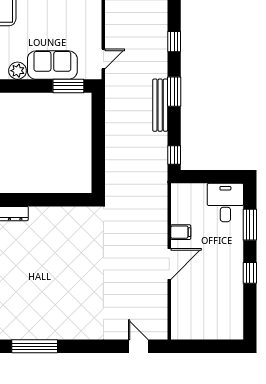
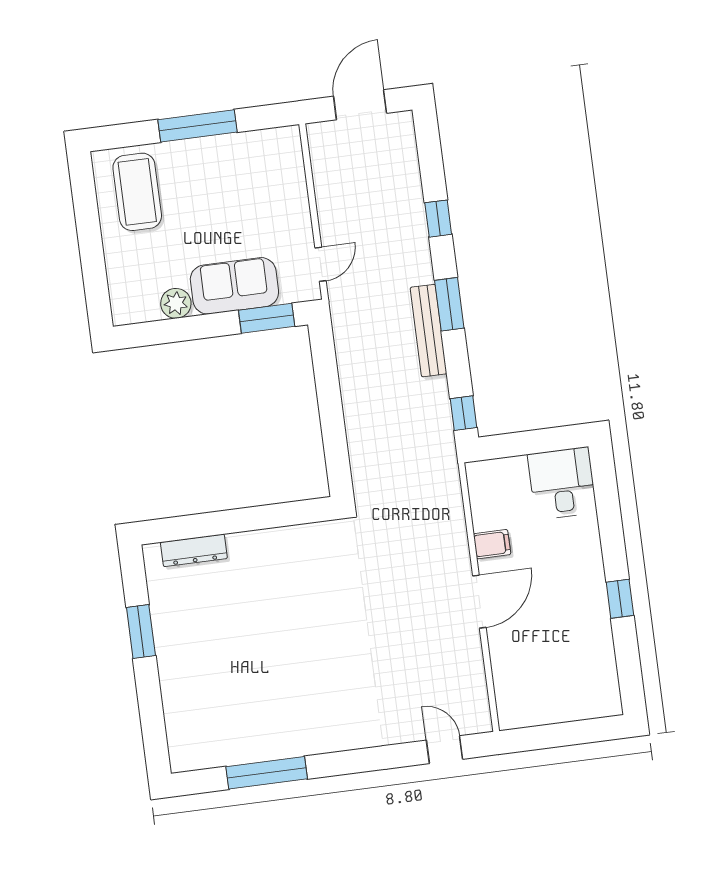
window: (250, 225) -> (609, 516), removed

